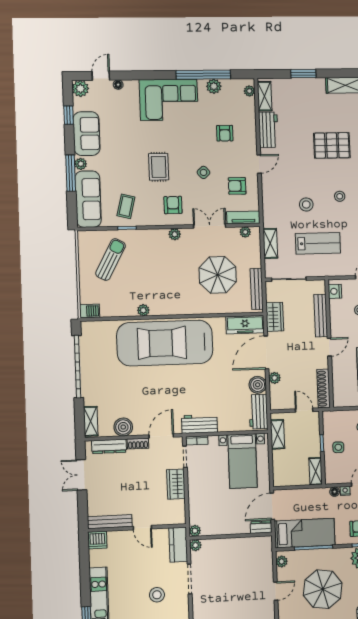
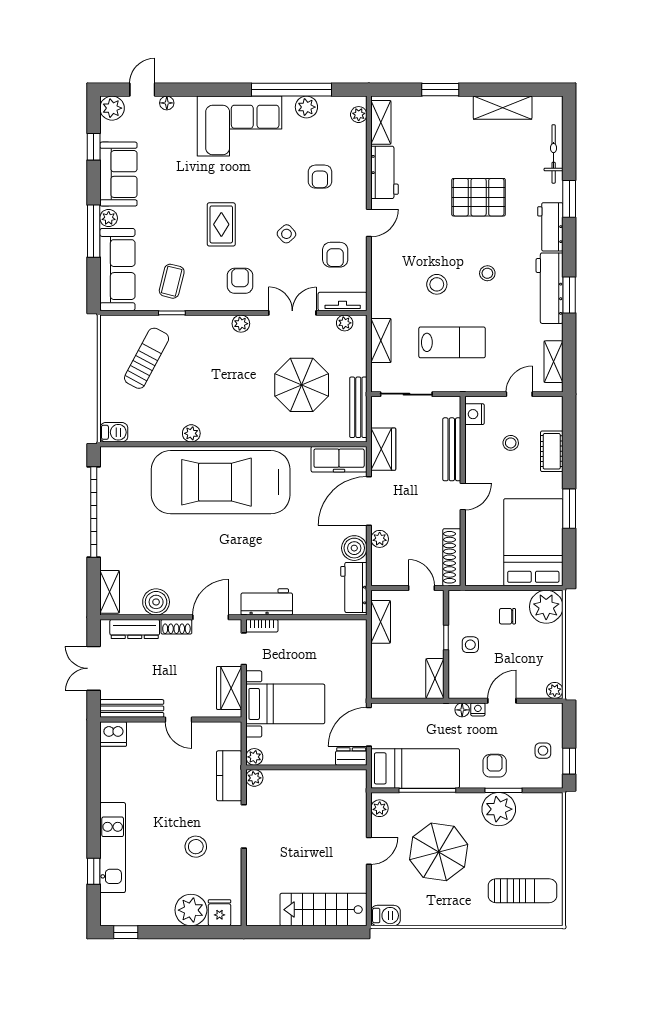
armchair: (237, 186) -> (335, 255), turned -90
bed with nightstands: (242, 461) -> (285, 704), moved, turned -90
bench: (110, 522) -> (132, 708), moved
wall: (137, 528) -> (171, 719), moved
door: (142, 528) -> (178, 719), moved
dishwasher: (97, 540) -> (113, 734), moved

